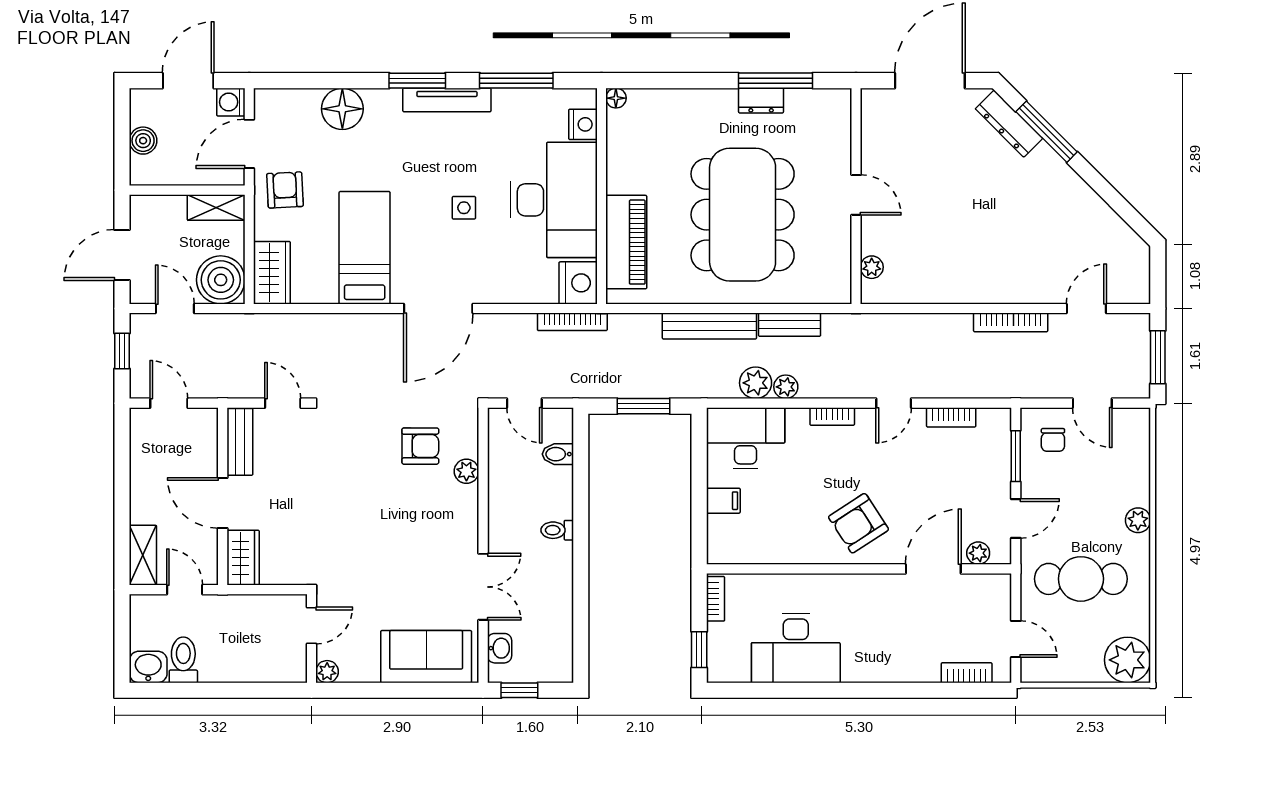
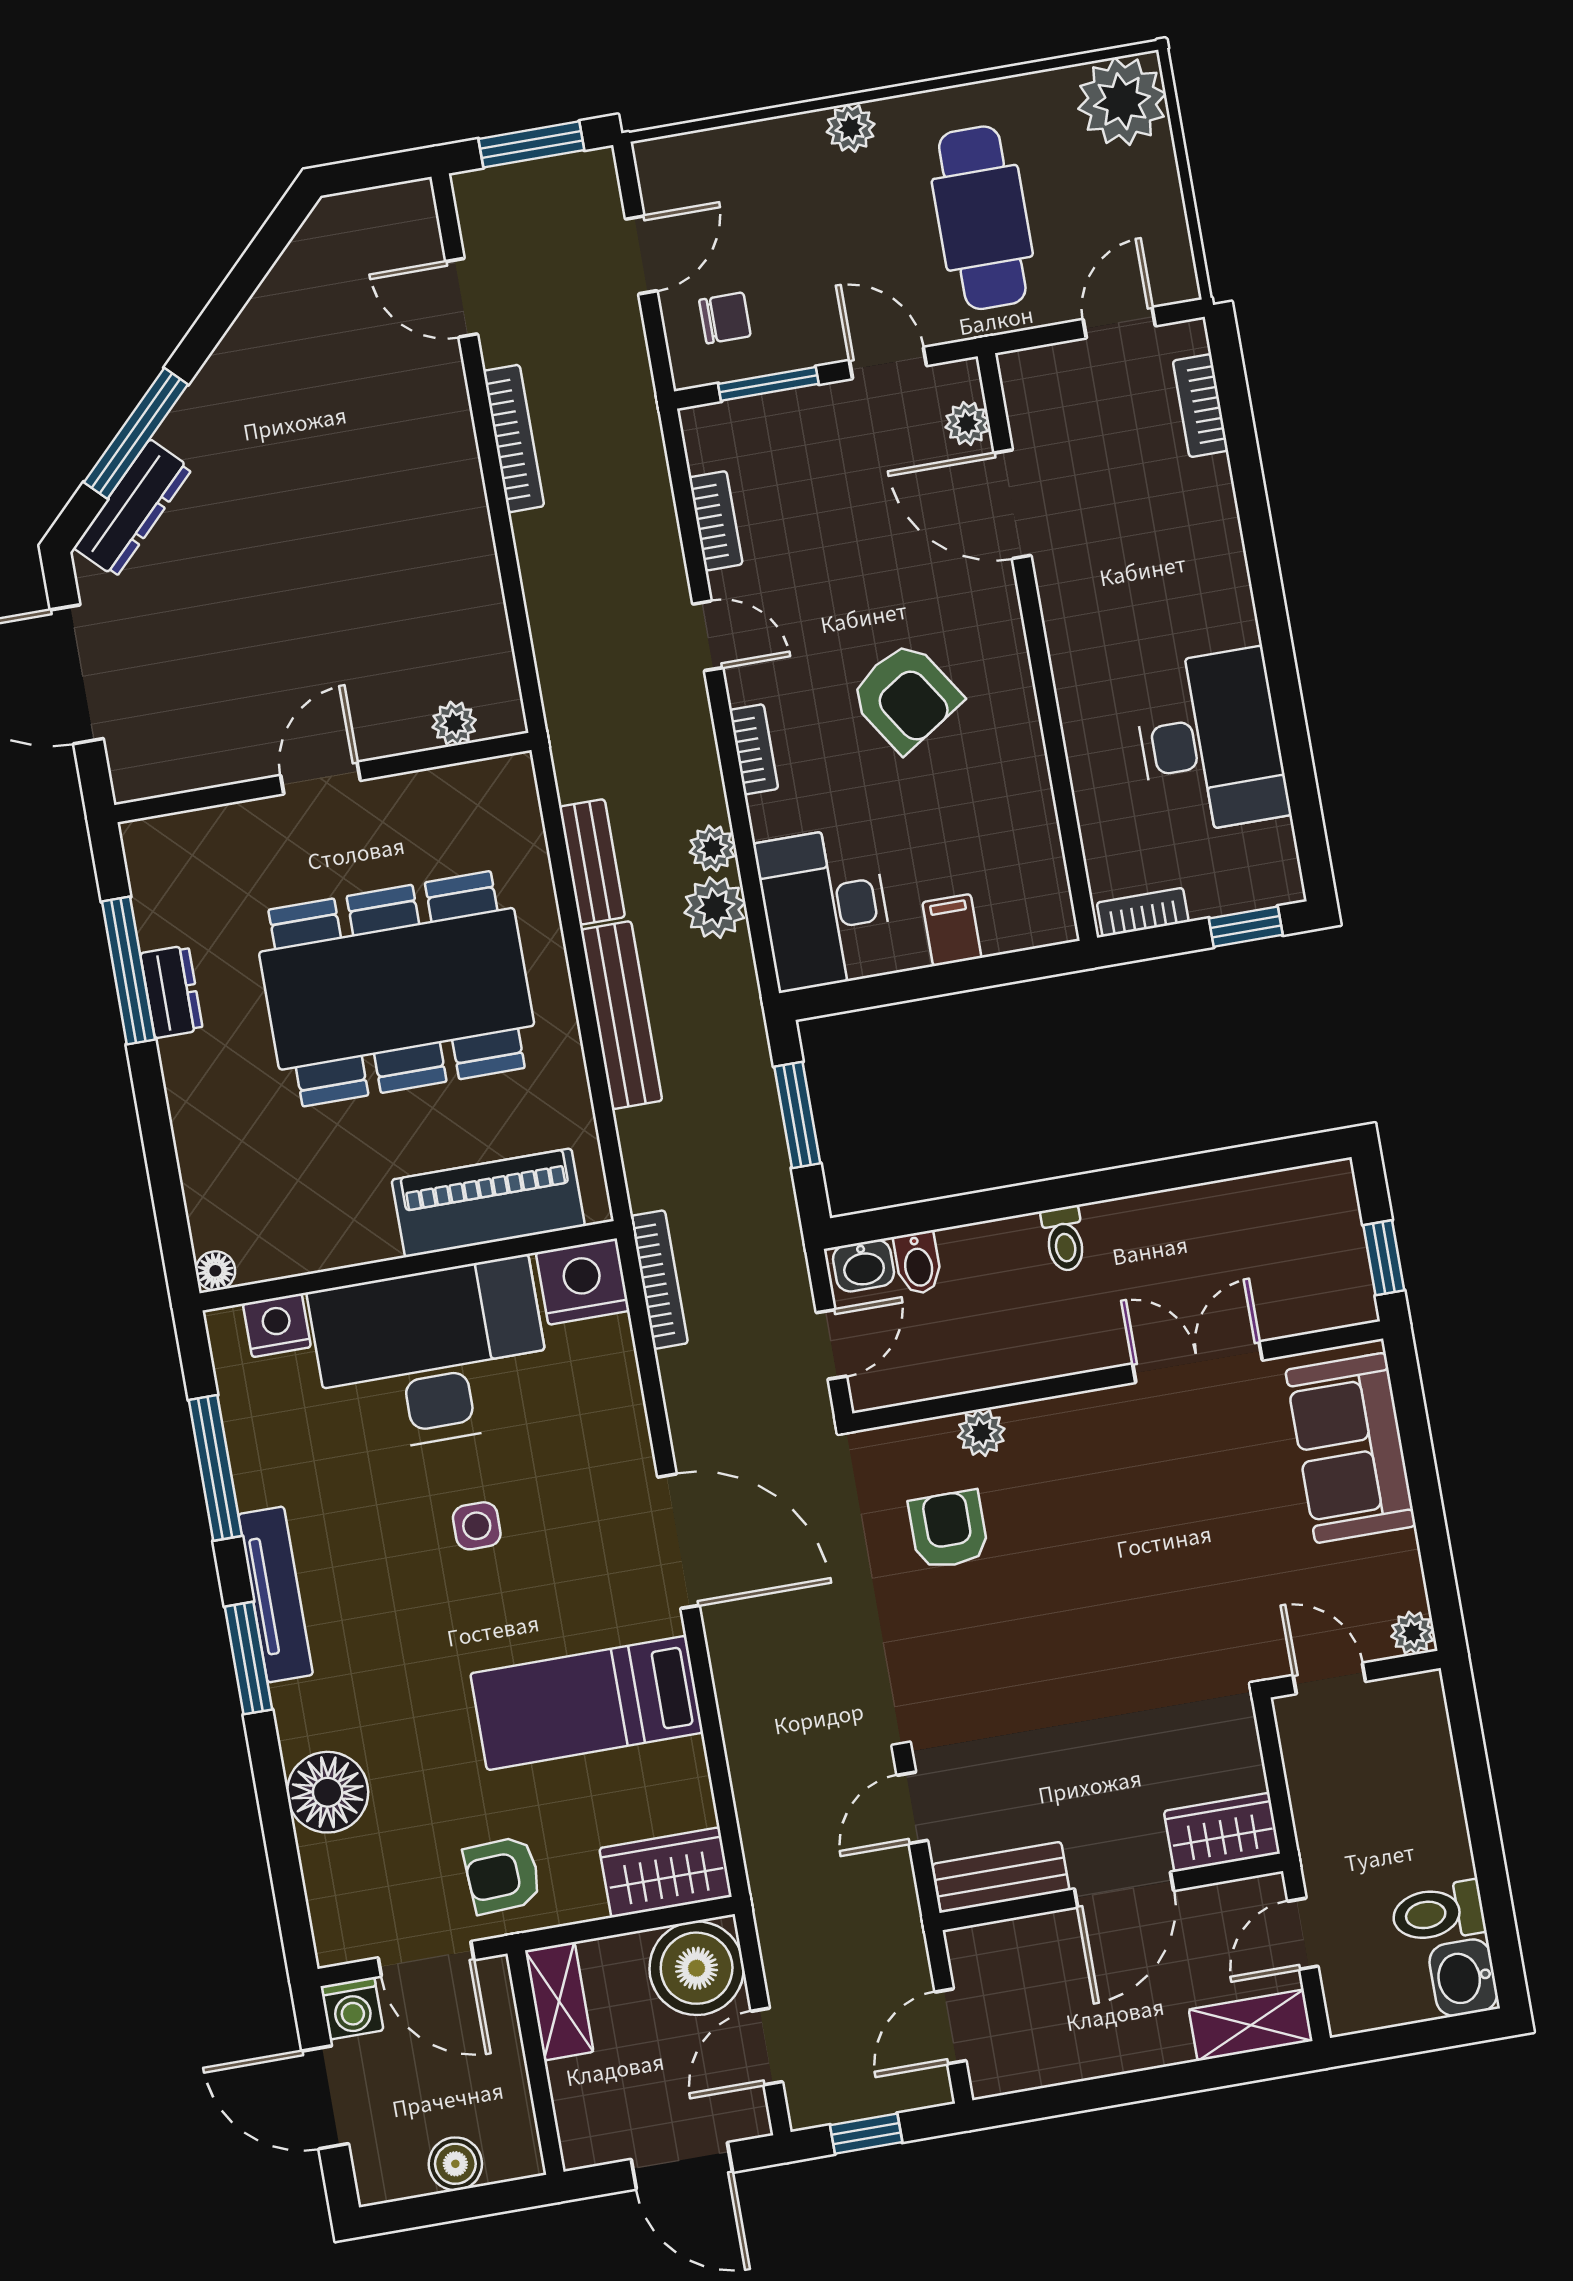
armchair: (858, 523) -> (905, 697), moved
washbasin: (500, 648) -> (863, 1266), moved, turned 180

